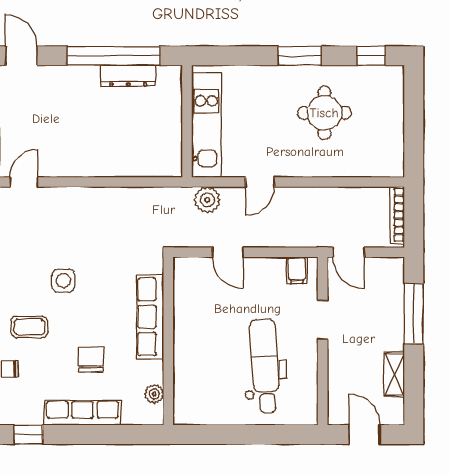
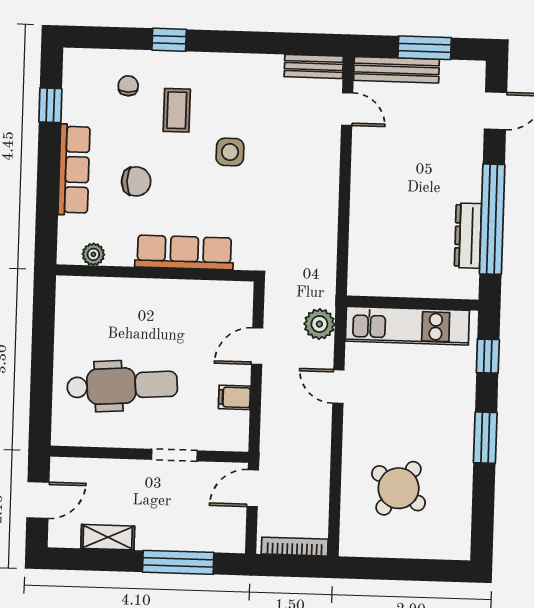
window: (371, 56) -> (488, 356), moved
round table: (324, 113) -> (399, 488), moved, turned 36
filing cabinet: (297, 270) -> (234, 397), moved

